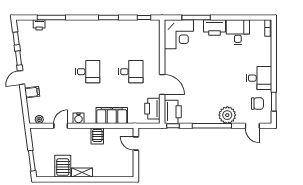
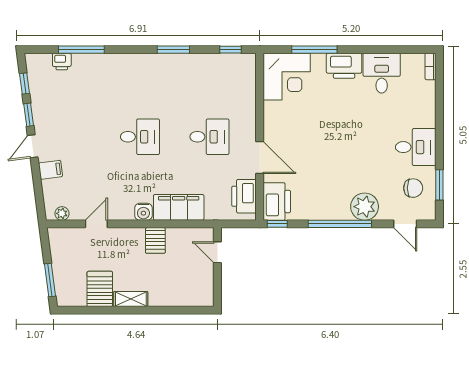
water cooler: (79, 118) -> (143, 212), moved

